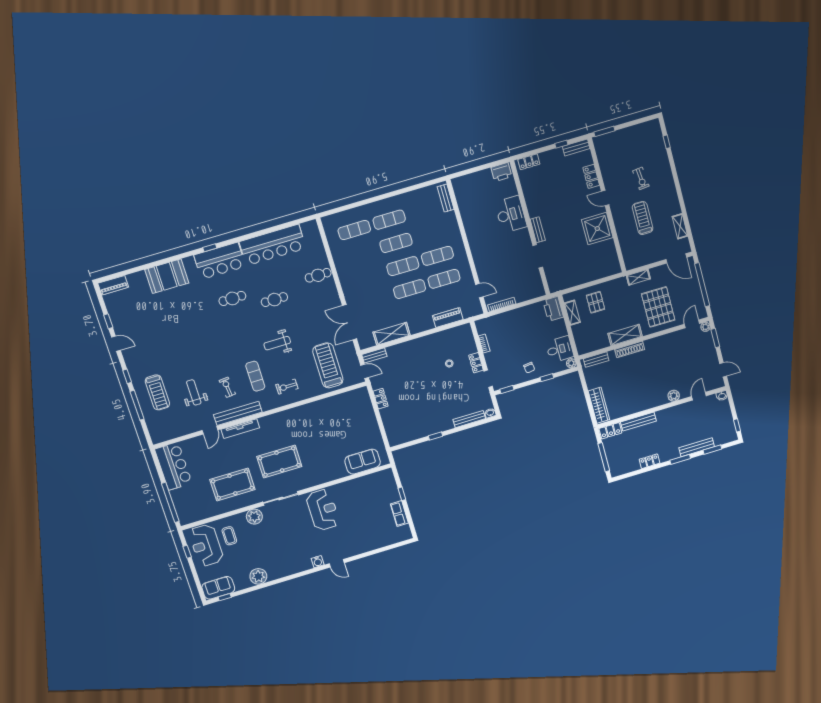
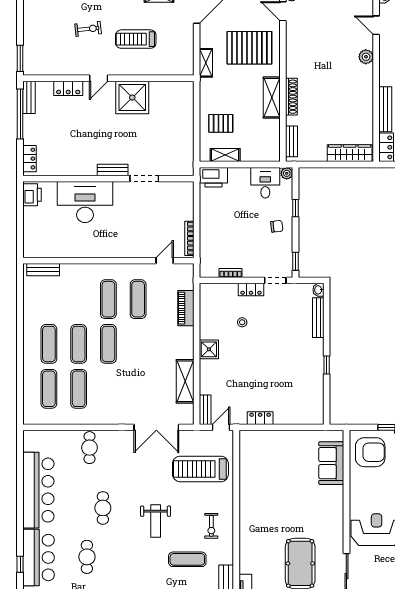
window: (561, 144) -> (20, 114), width x3.17
desk: (511, 214) -> (85, 202), width x1.36, depth x1.30
exercise mat: (410, 289) -> (79, 389), moved
shower: (421, 345) -> (209, 349), added
armchair: (380, 488) -> (370, 452), added

